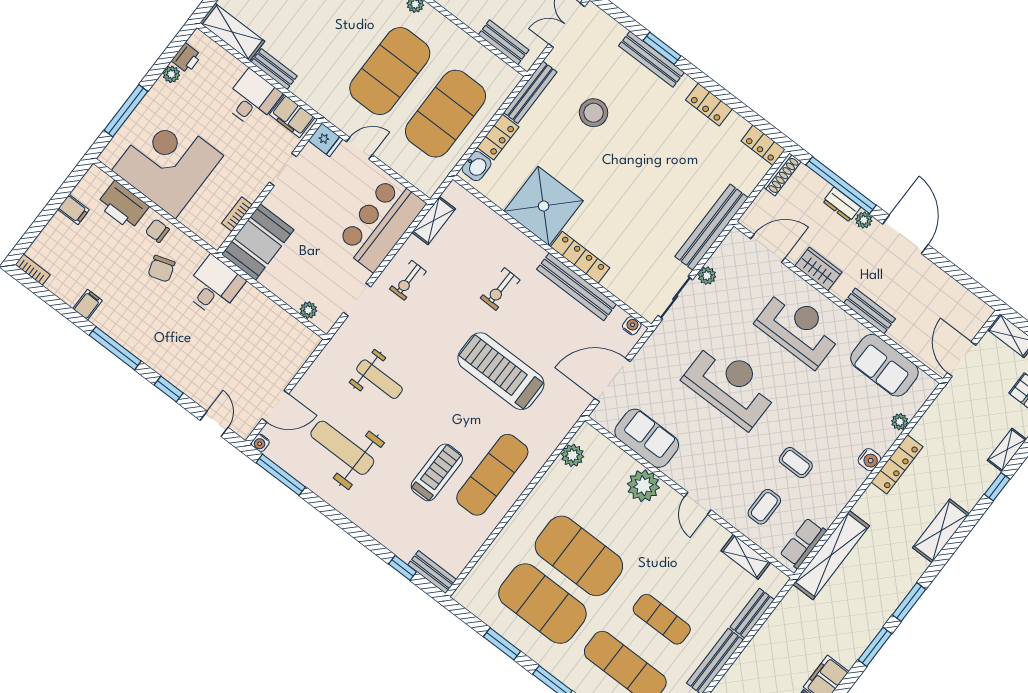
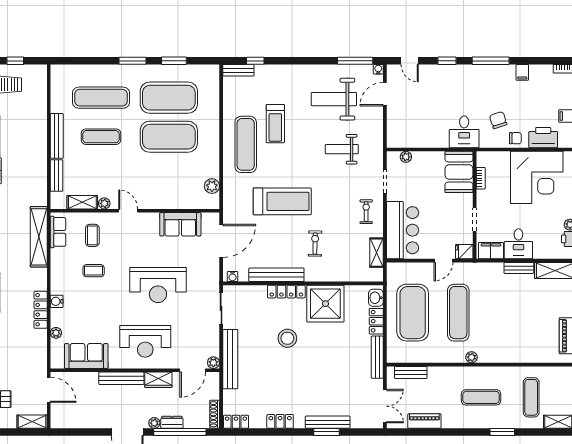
exercise mat: (390, 71) -> (458, 313), width x0.68
stool: (594, 113) -> (287, 338), moved
plant: (707, 276) -> (213, 363), moved
bench: (870, 311) -> (121, 378), width x1.36
weight bench: (342, 448) -> (334, 99), turned 180
plant: (643, 486) -> (104, 203), moved, width x0.53, depth x0.53

